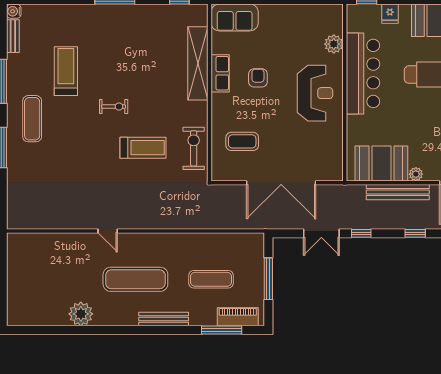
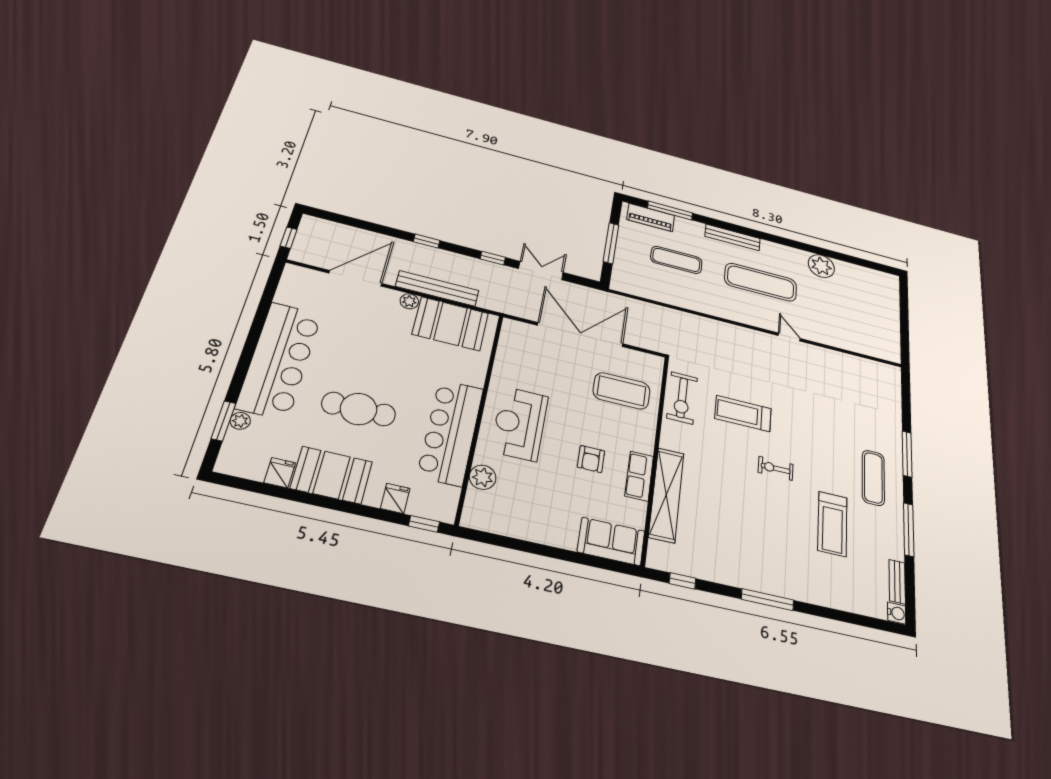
coffee table: (242, 141) -> (622, 391), width x1.36, depth x1.32

